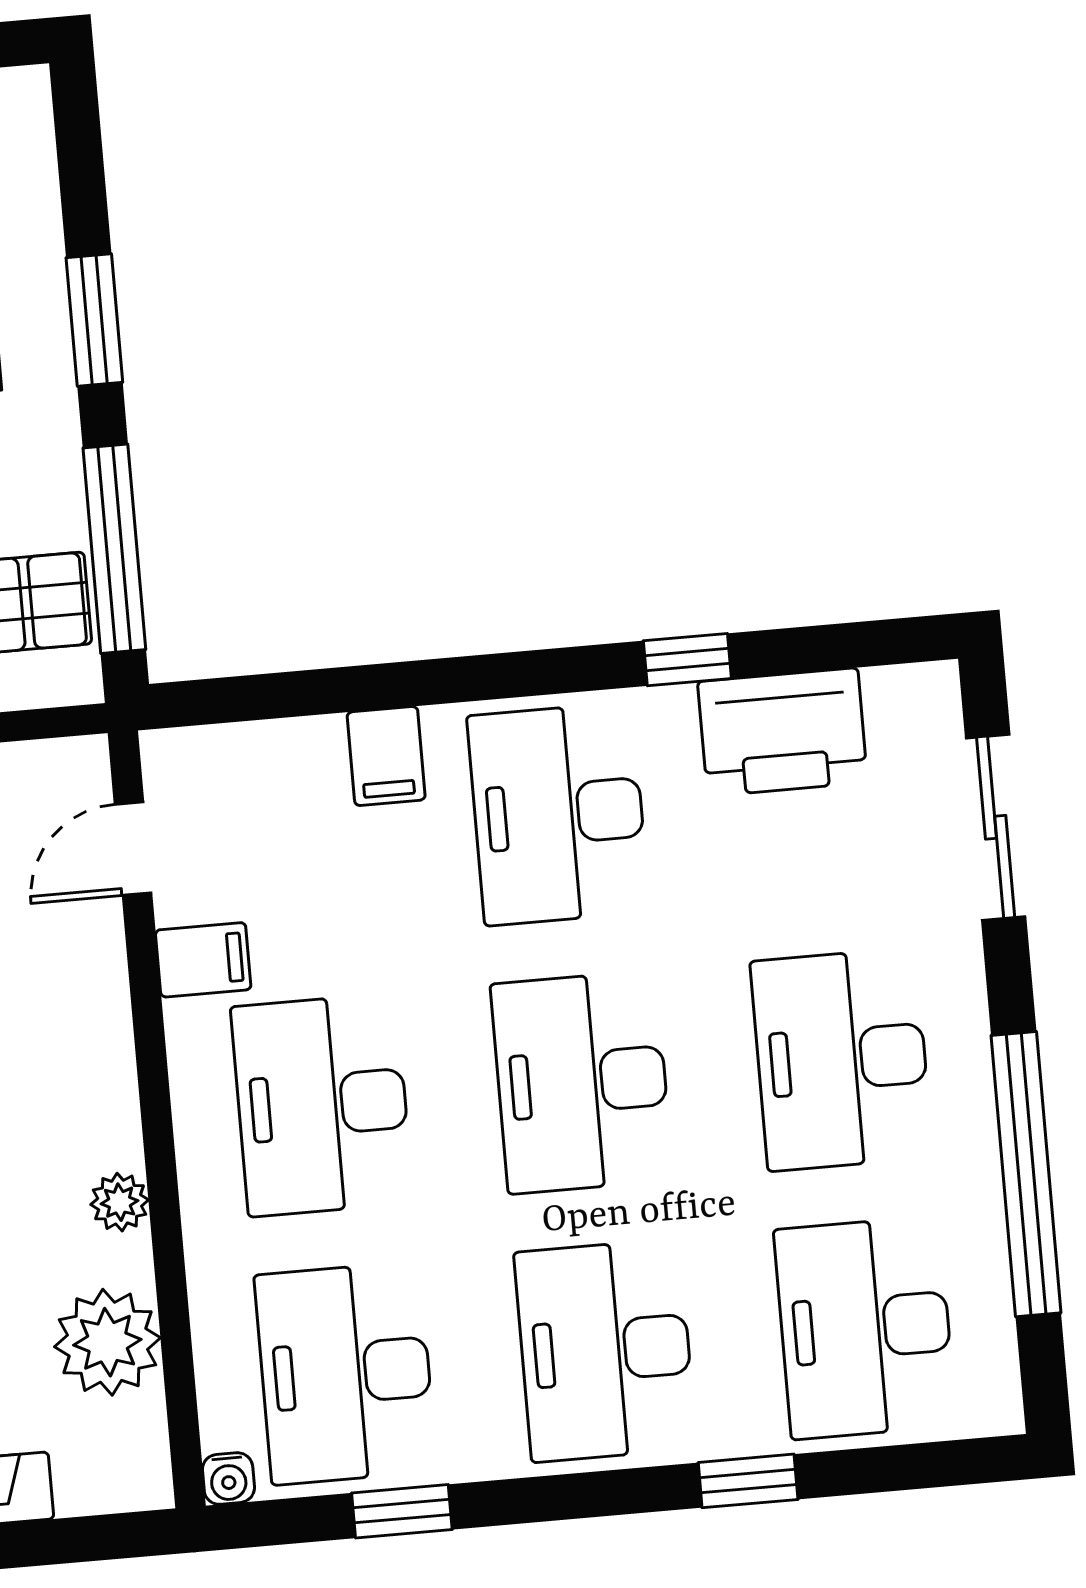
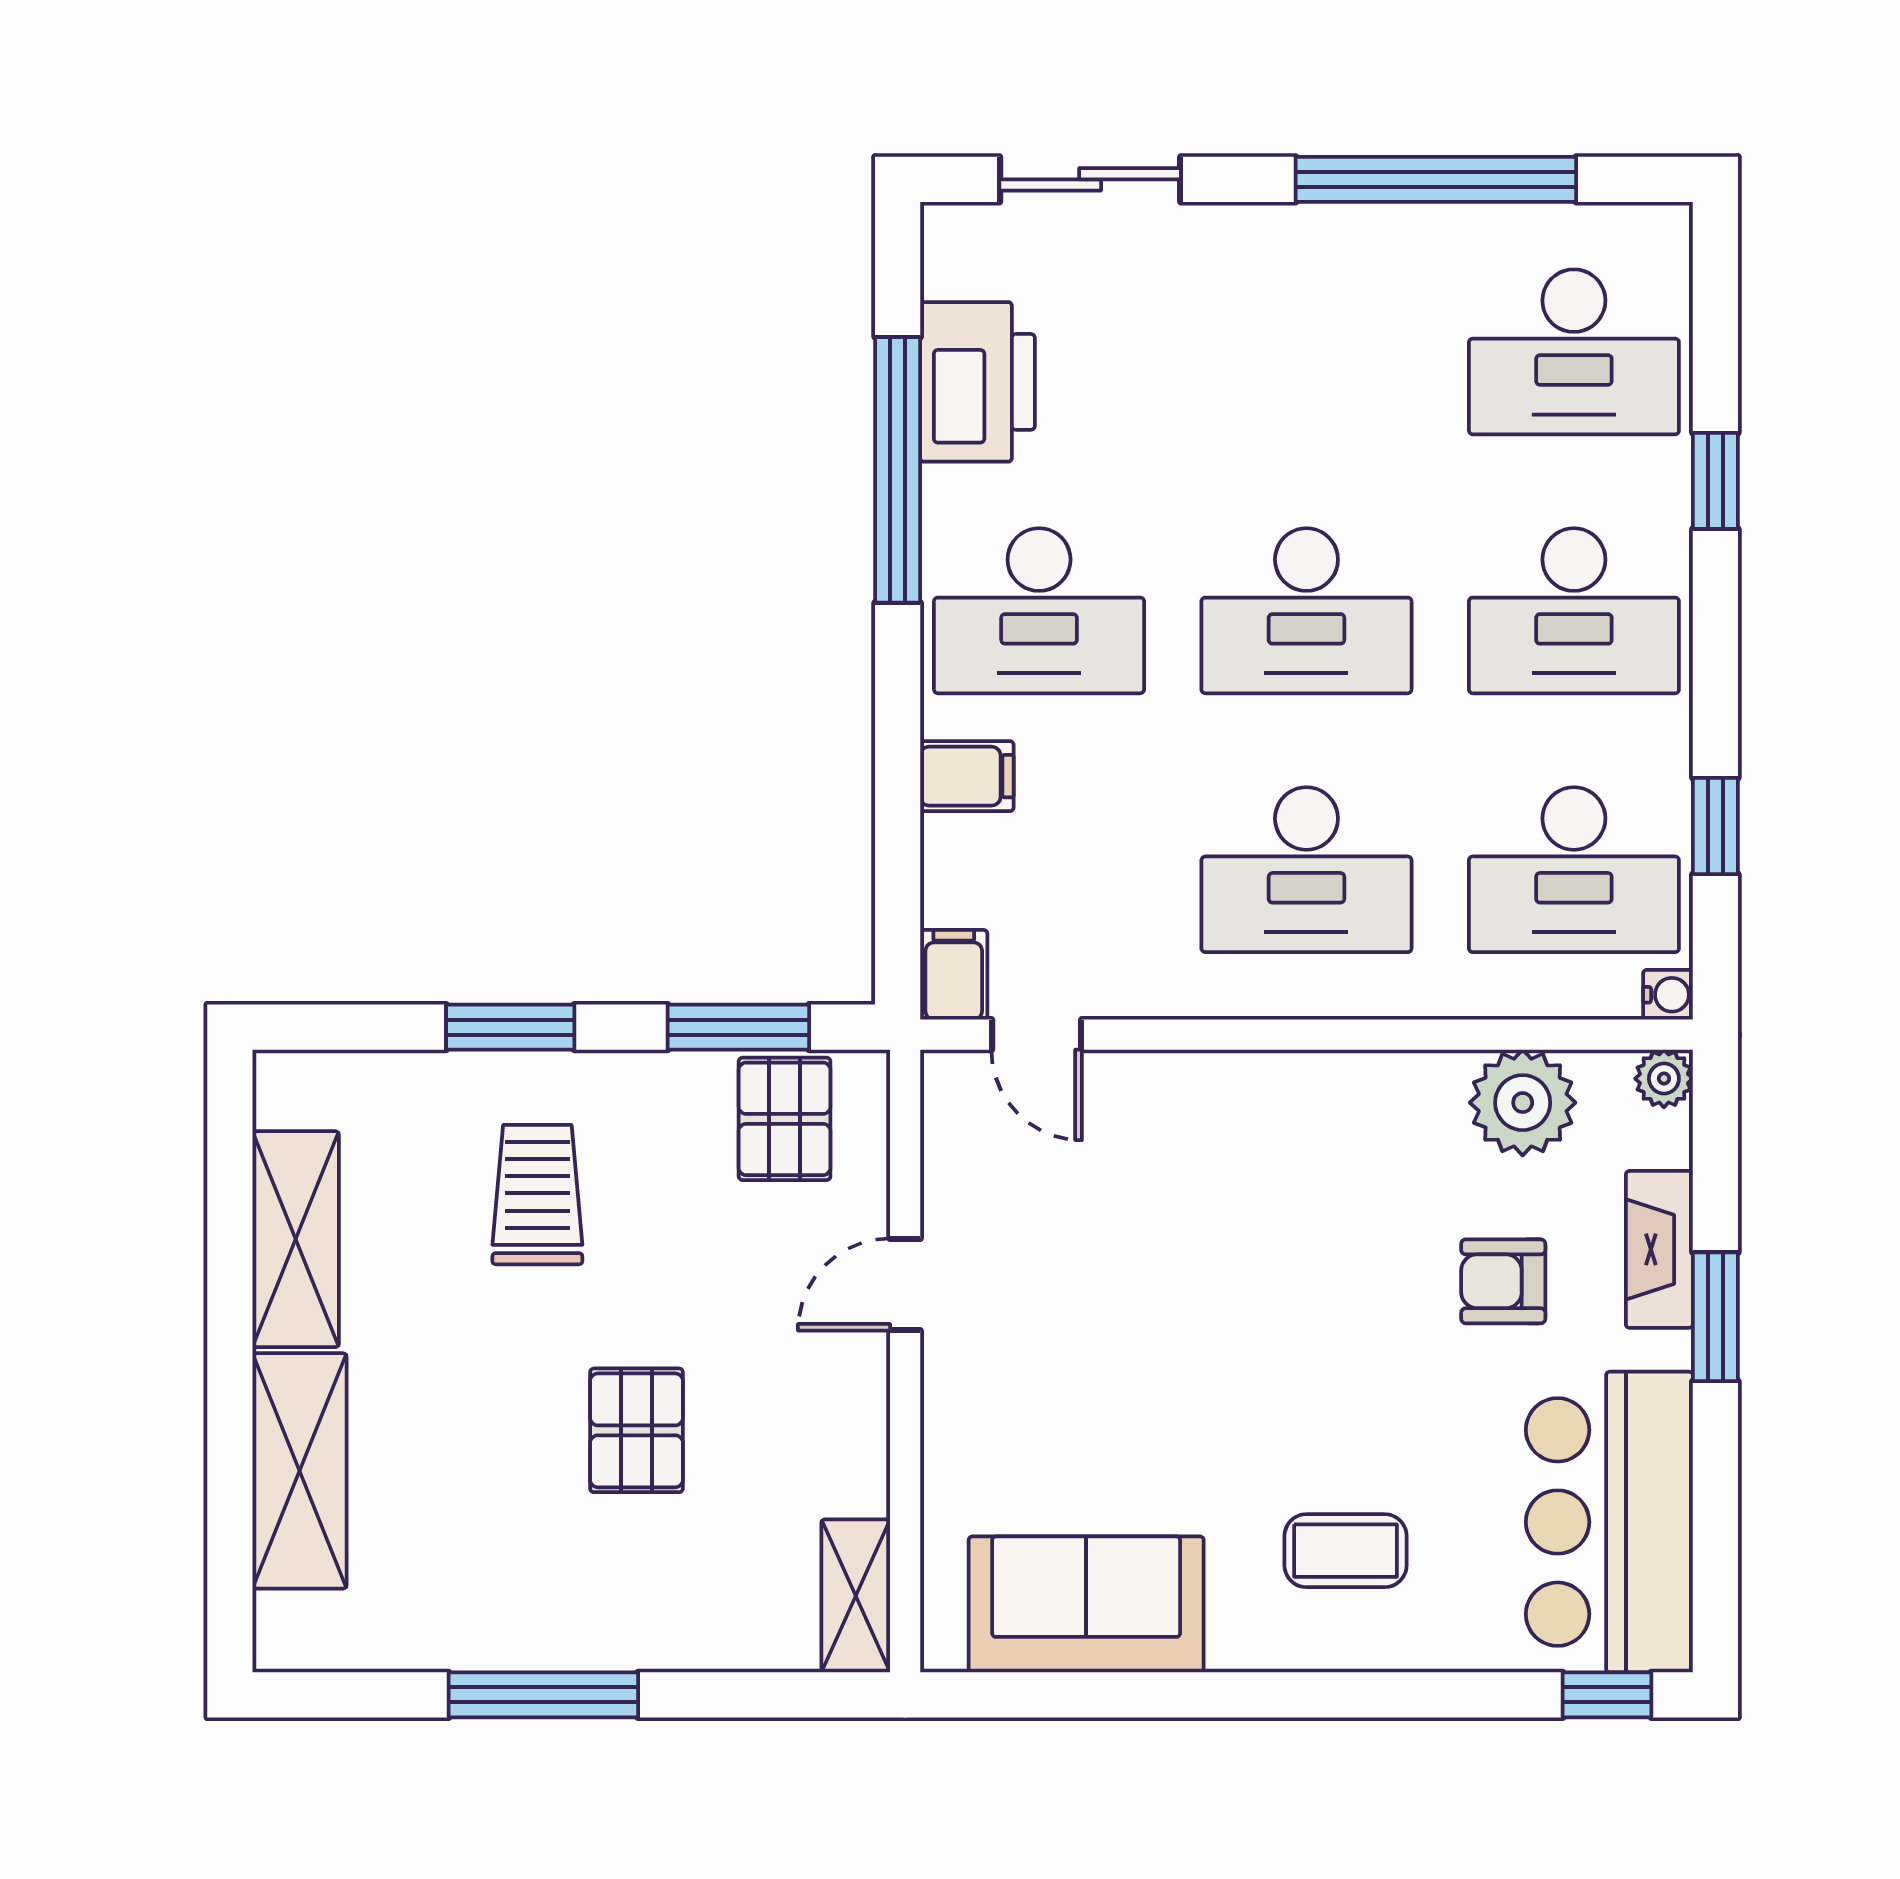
window: (114, 549) -> (738, 1027), width x0.69
window: (687, 660) -> (898, 470), width x3.17
filing cabinet: (203, 960) -> (954, 975), moved
desk: (842, 1059) -> (1306, 352), removed
plant: (120, 1202) -> (1664, 1079), moved

